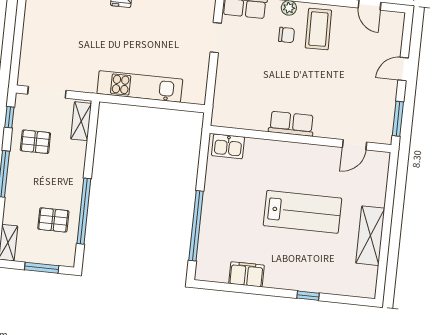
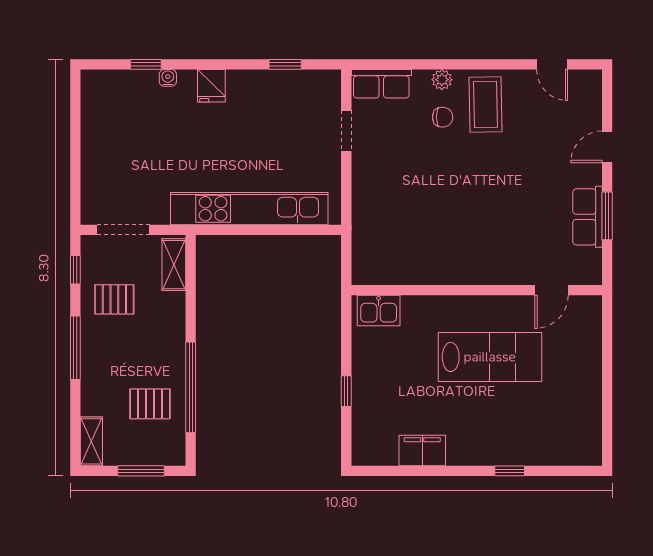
kitchen unit: (140, 86) -> (249, 209), width x1.36
row of seats: (291, 124) -> (588, 217), moved, turned -90
wall: (300, 139) -> (477, 290), moved
door: (354, 145) -> (551, 290), moved
kitchen sink: (228, 146) -> (379, 311), moved
window: (196, 226) -> (346, 391), width x0.32
shelving: (370, 236) -> (586, 380), removed

